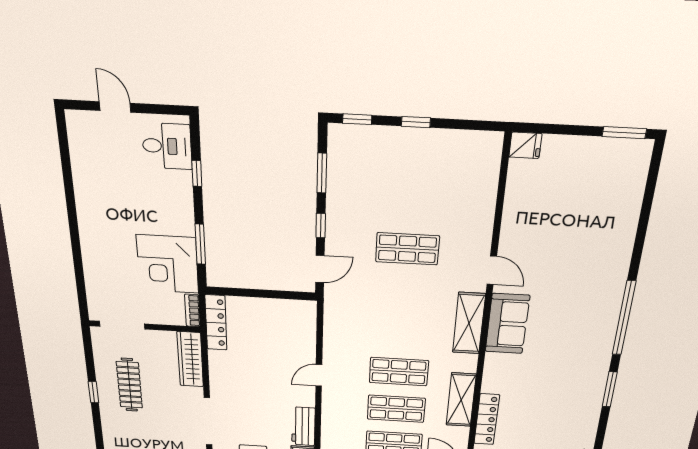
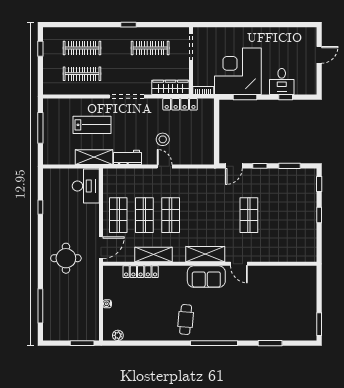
fridge: (525, 145) -> (310, 274), removed
desk: (167, 146) -> (282, 81), moved
corner desk: (168, 264) -> (238, 71), width x1.36, depth x1.36
door: (320, 269) -> (234, 166), hinge flipped
door: (492, 270) -> (239, 264), hinge flipped
locker: (216, 323) -> (180, 104), moved
cafe table: (575, 359) -> (186, 319), added
stool: (275, 376) -> (163, 139), added
window: (610, 389) -> (270, 343), moved
window: (93, 392) -> (129, 25), moved

